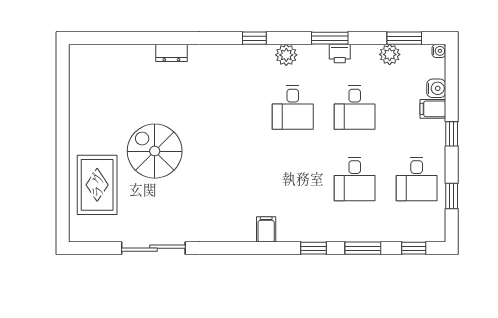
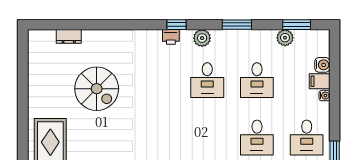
water cooler: (439, 51) -> (324, 96), moved
dresser: (171, 53) -> (69, 36), moved
printer: (340, 54) -> (171, 37), moved
window: (452, 134) -> (335, 101), removed
spiral stairs: (155, 151) -> (97, 89), moved, turned 180

